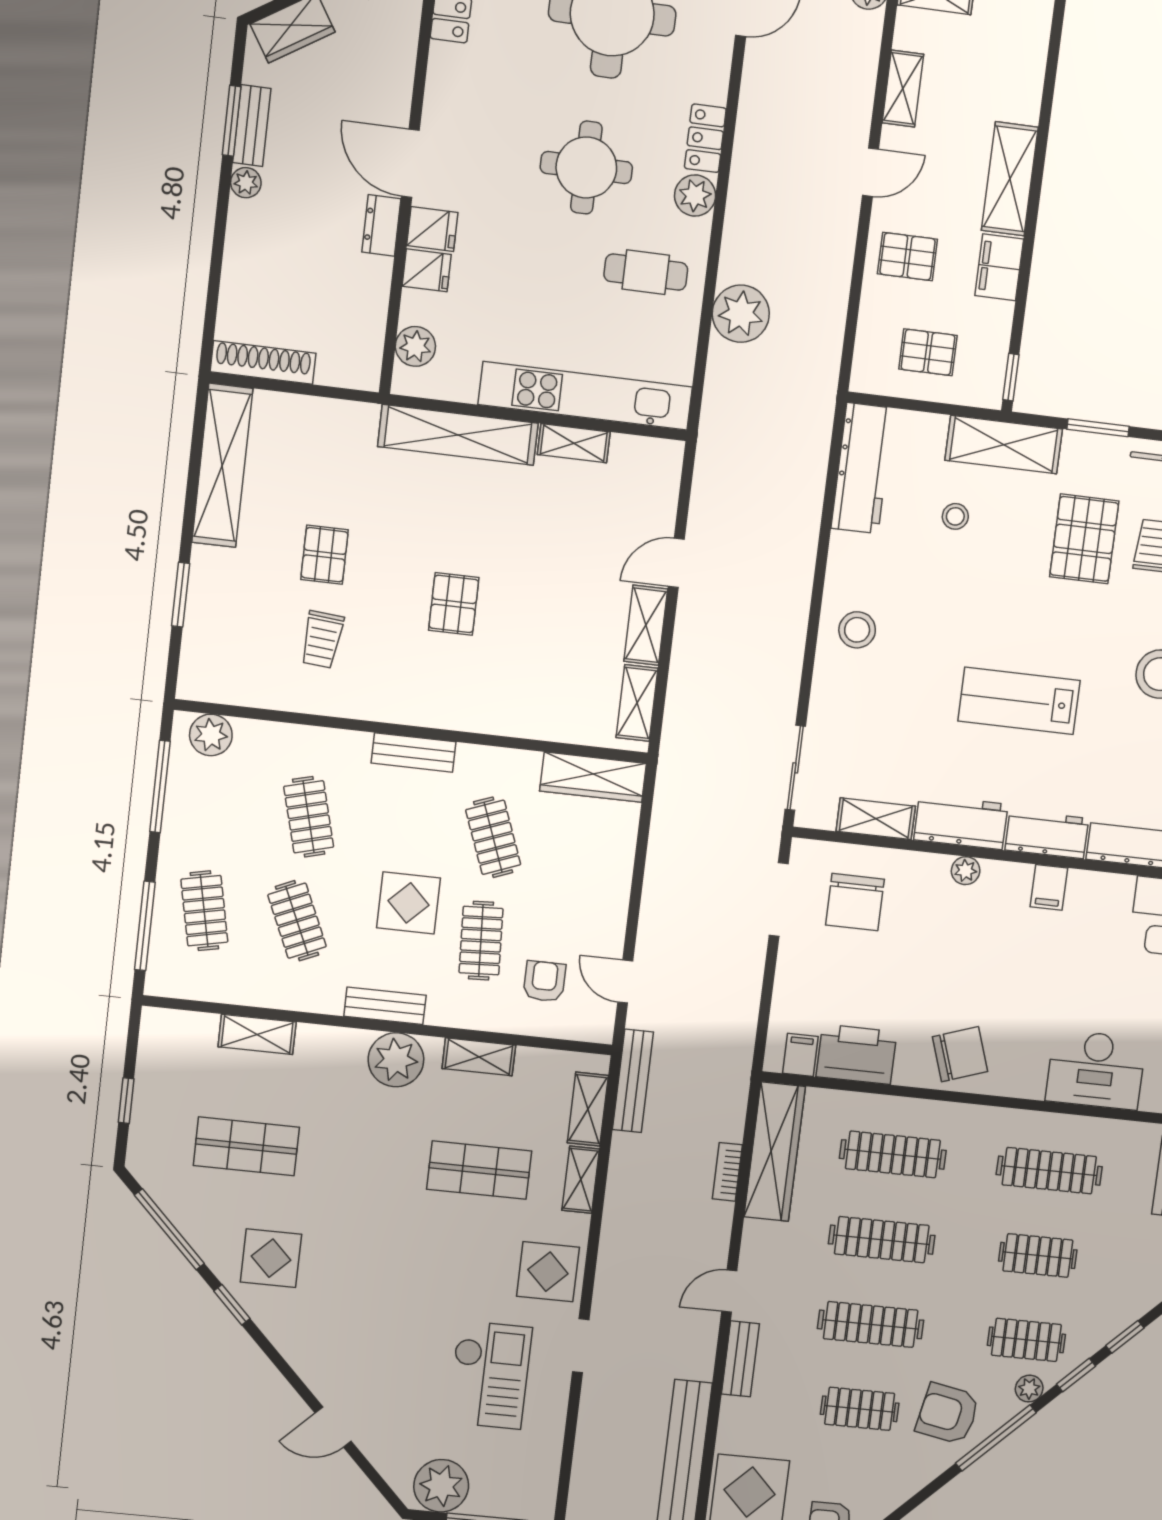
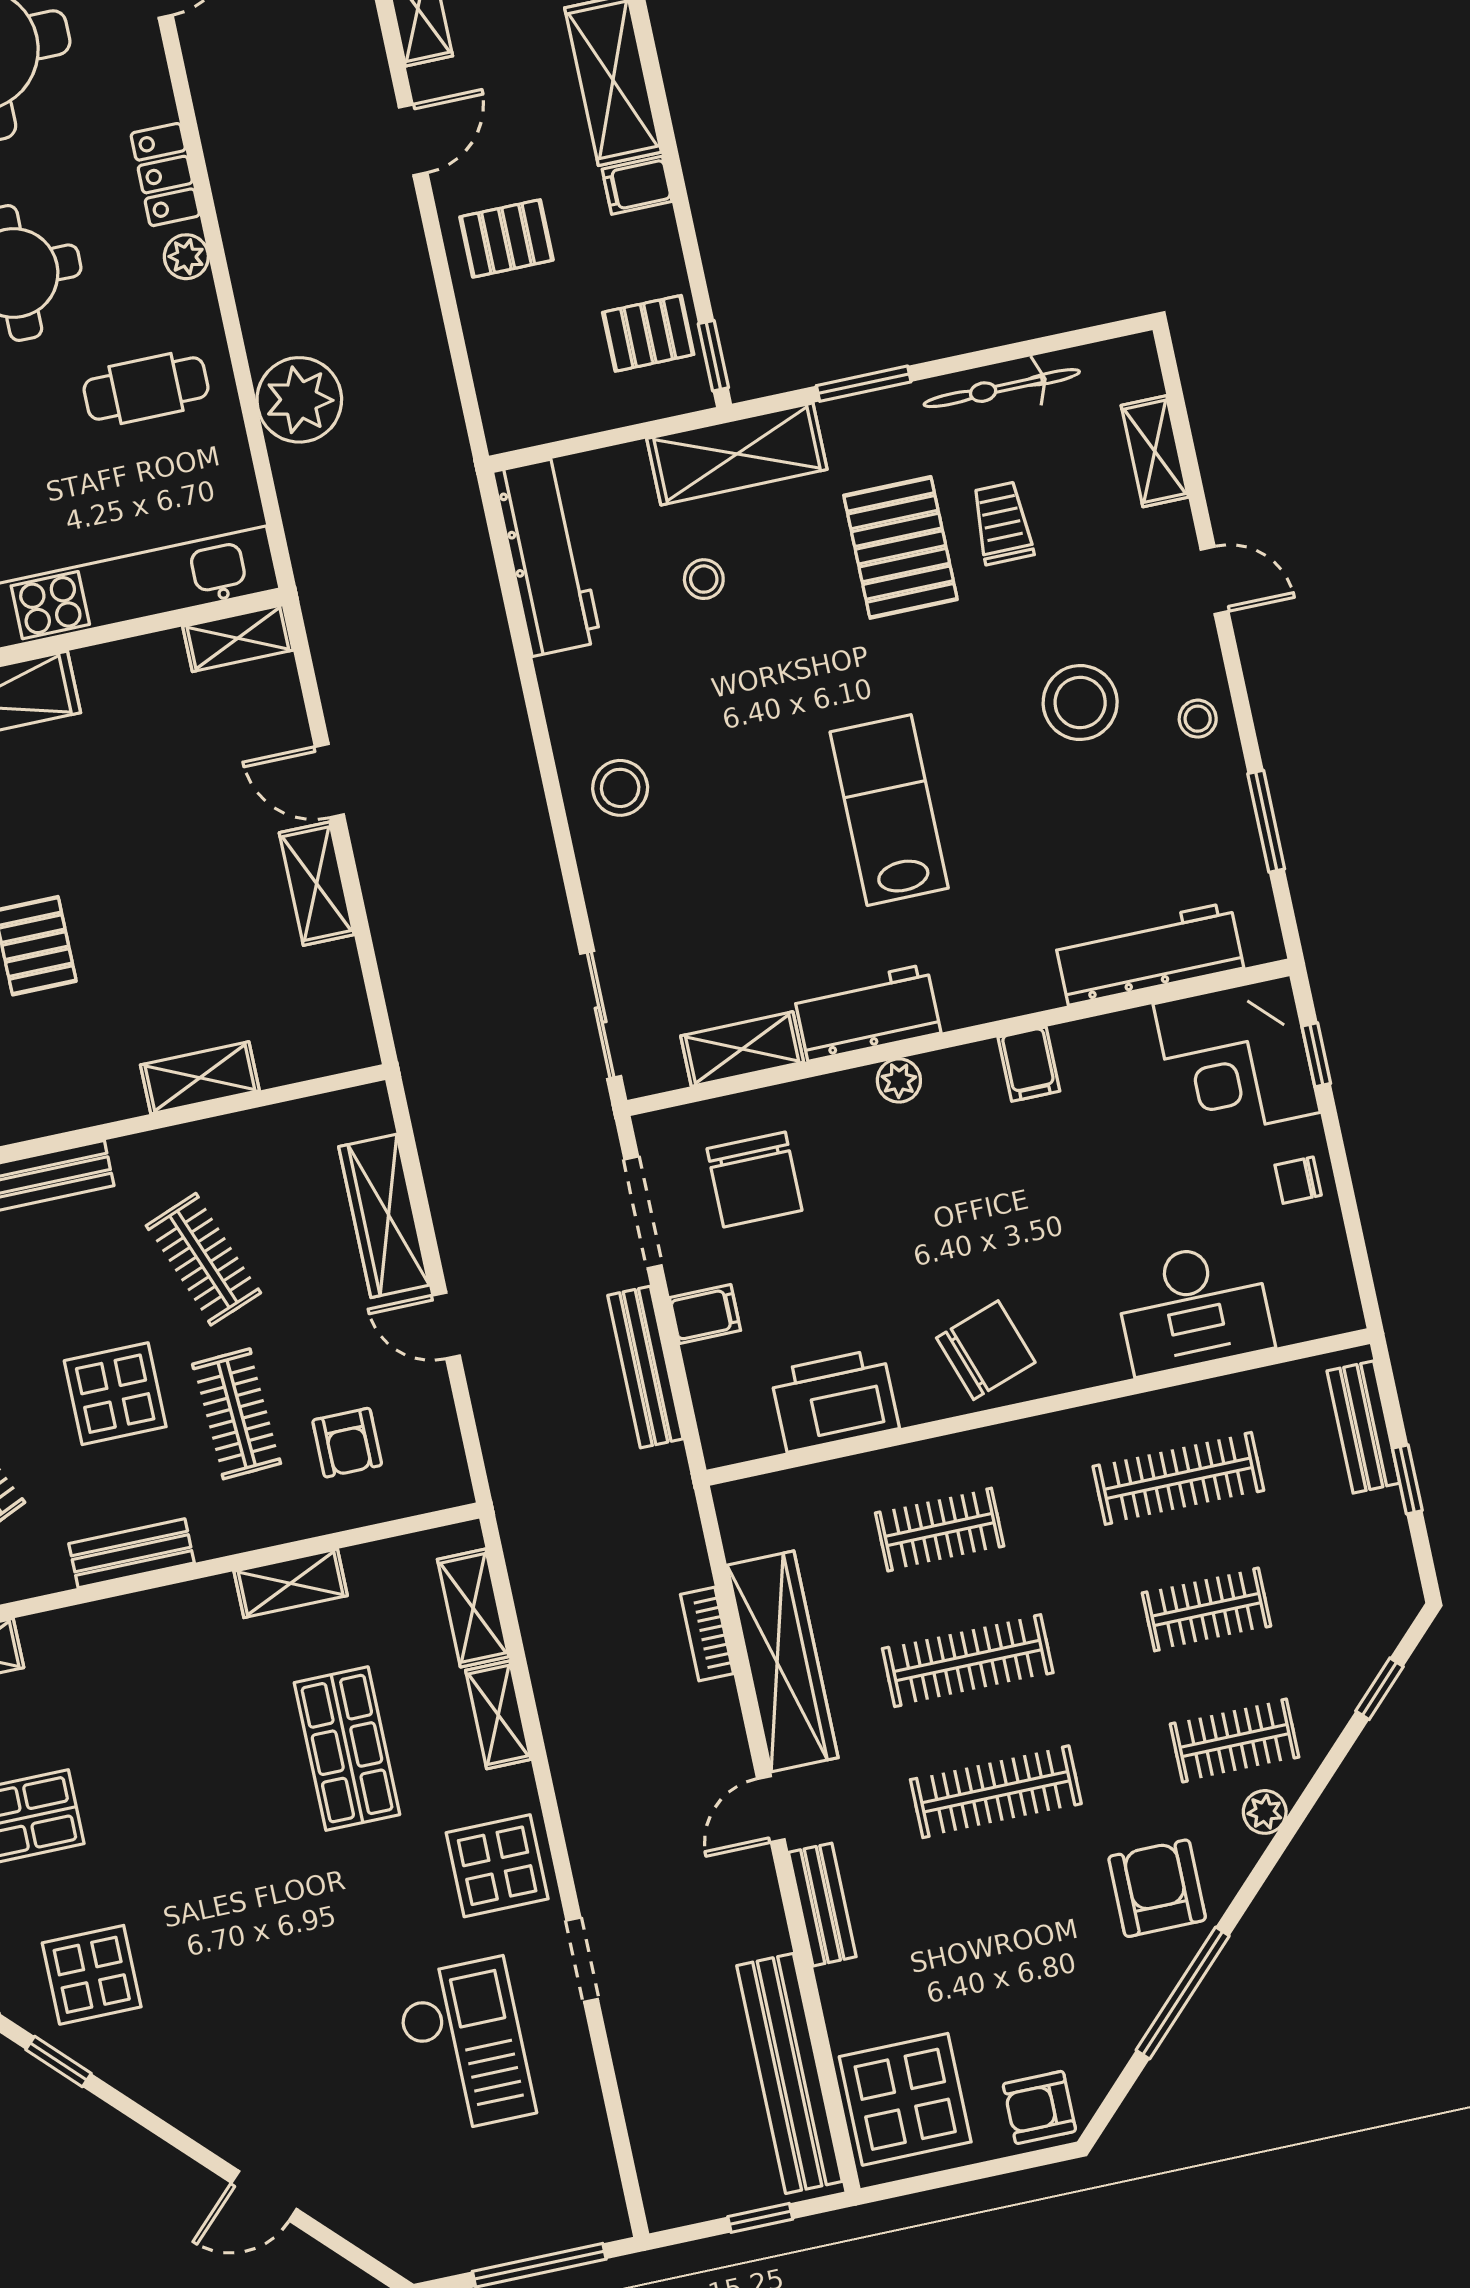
plant: (695, 195) -> (186, 257), width x0.73, depth x0.73
filing cabinet: (999, 267) -> (637, 185), width x0.50
pallet: (928, 352) -> (648, 333), moved
shelving: (574, 443) -> (238, 638), moved
door: (676, 563) -> (329, 781), hinge flipped
lab bench: (1019, 701) -> (889, 810), turned 90
shelving: (637, 703) -> (200, 1078), moved, turned 90
wardrobe: (593, 777) -> (384, 1216), moved, turned 90
workbench: (1047, 834) -> (998, 988), removed
armchair: (544, 981) -> (347, 1443), turned 180
door: (625, 982) -> (446, 1325), moved
filing cabinet: (800, 1055) -> (705, 1314), moved, turned 90
plant: (396, 1060) -> (173, 1627), removed
bench: (633, 1081) -> (645, 1367), moved
wardrobe: (775, 1152) -> (782, 1661), moved
clothes rail: (893, 1154) -> (940, 1530), width x0.73
shop shelf: (479, 1170) -> (347, 1749), turned 90
window: (1076, 1375) -> (1327, 1769), removed
clothes rail: (860, 1409) -> (1024, 1923), removed
armchair: (948, 1414) -> (1157, 1888), turned 79
window: (996, 1438) -> (1183, 1993), moved
plant: (441, 1486) -> (450, 2234), removed

